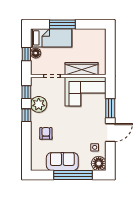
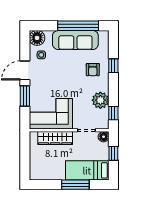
floor lamp: (36, 53) -> (104, 137), moved
window: (26, 115) -> (113, 66), moved
sofa: (62, 161) -> (75, 40), width x1.36
window: (73, 175) -> (78, 26), moved

